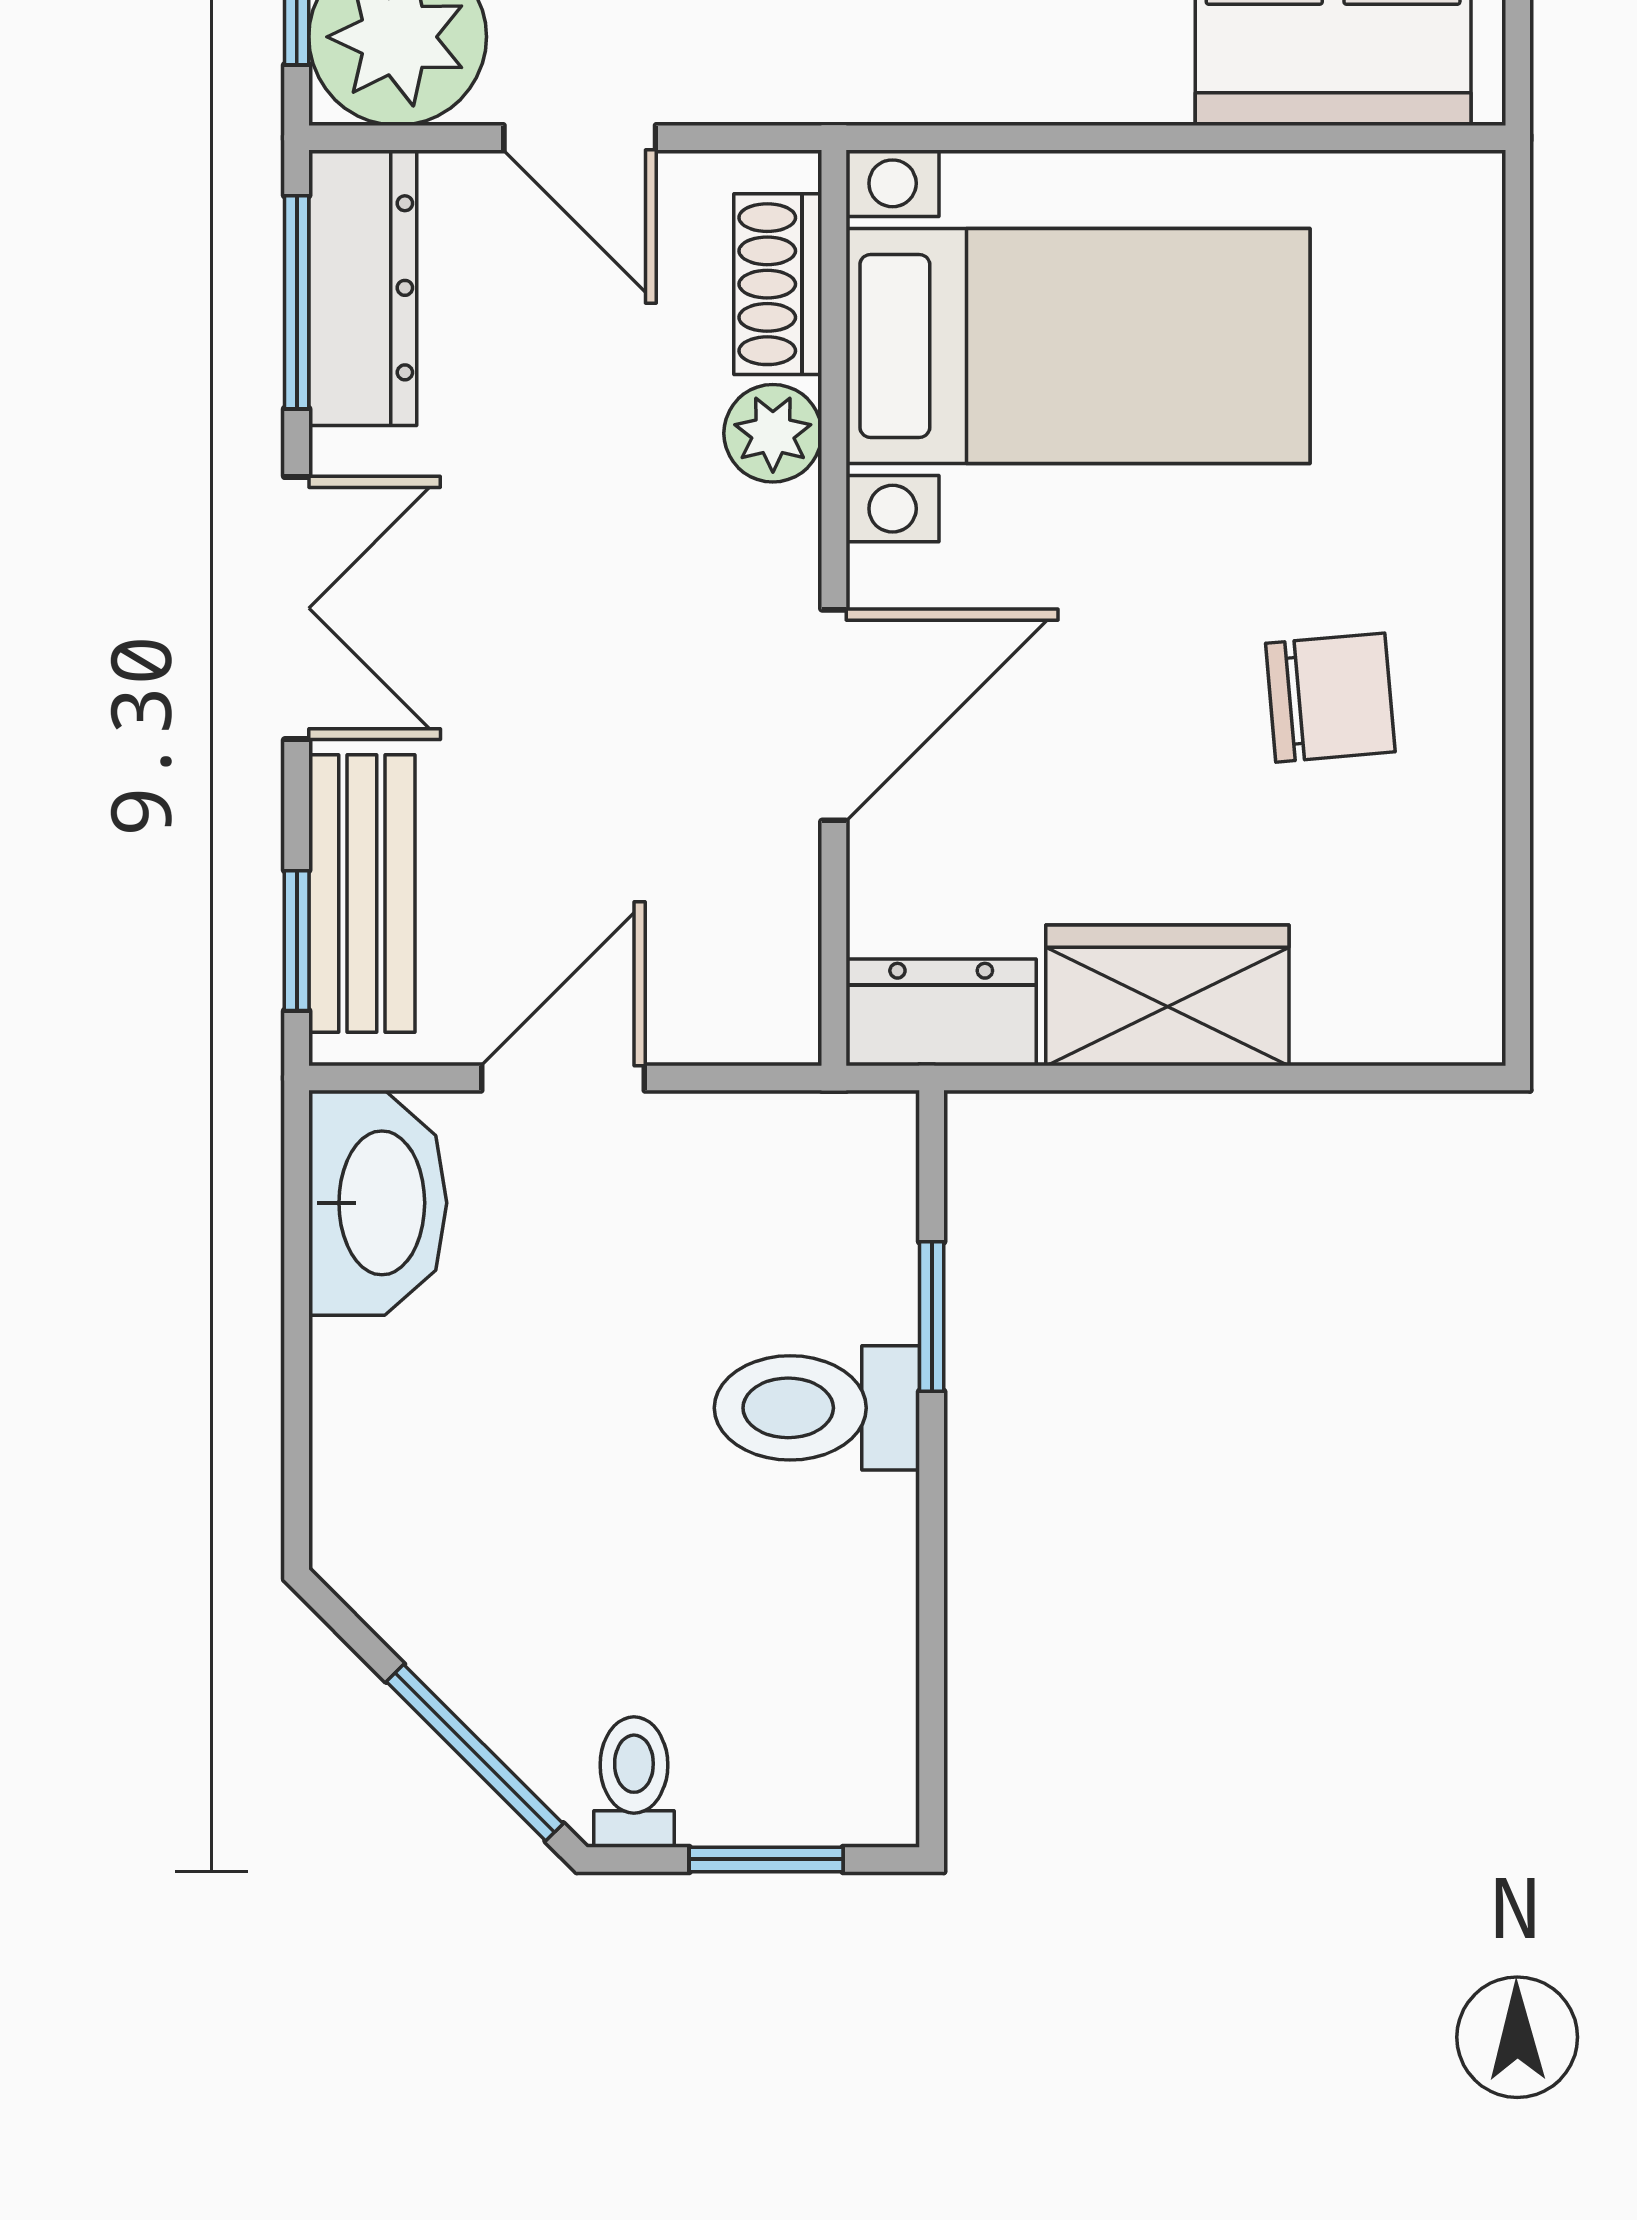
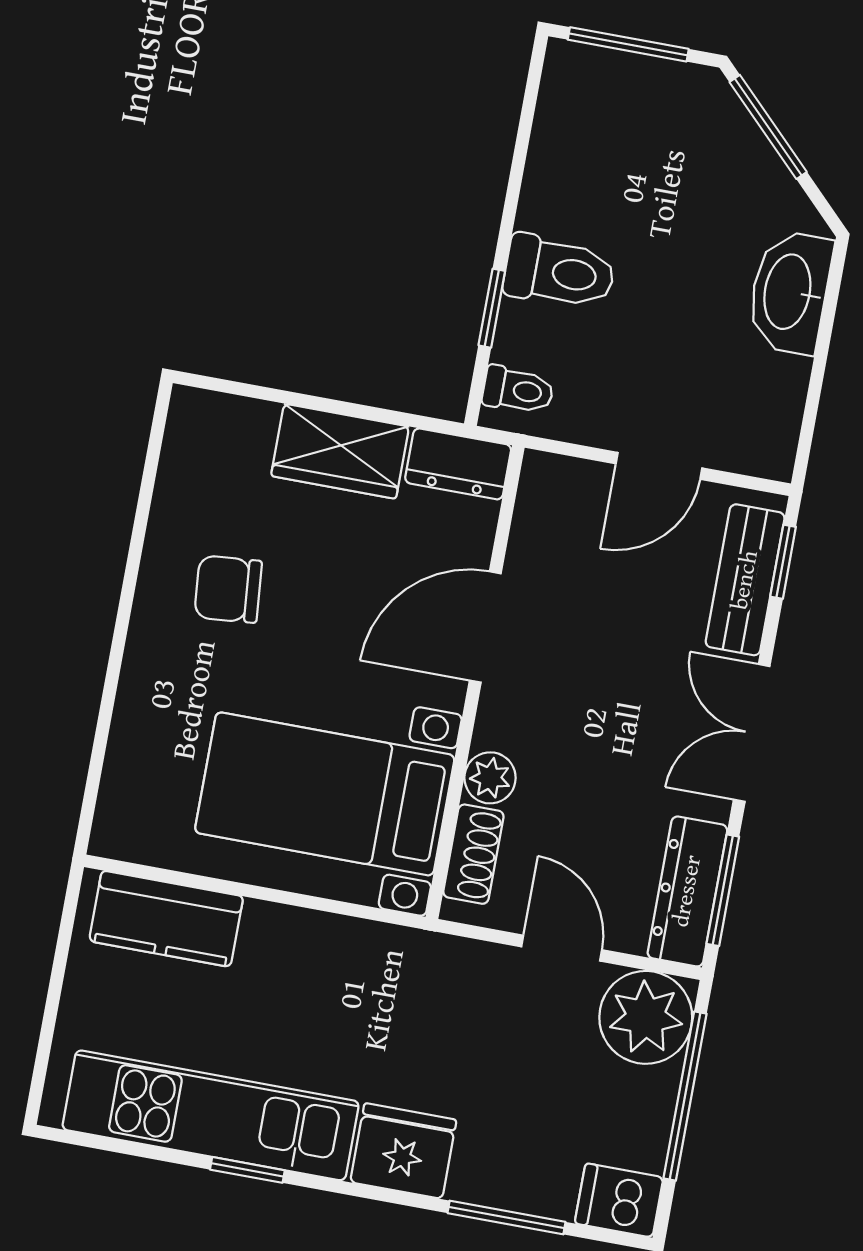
washbasin: (378, 1203) -> (789, 292), moved
toilet: (634, 1782) -> (518, 390), moved, turned -90
window: (766, 1859) -> (628, 44), width x1.50

